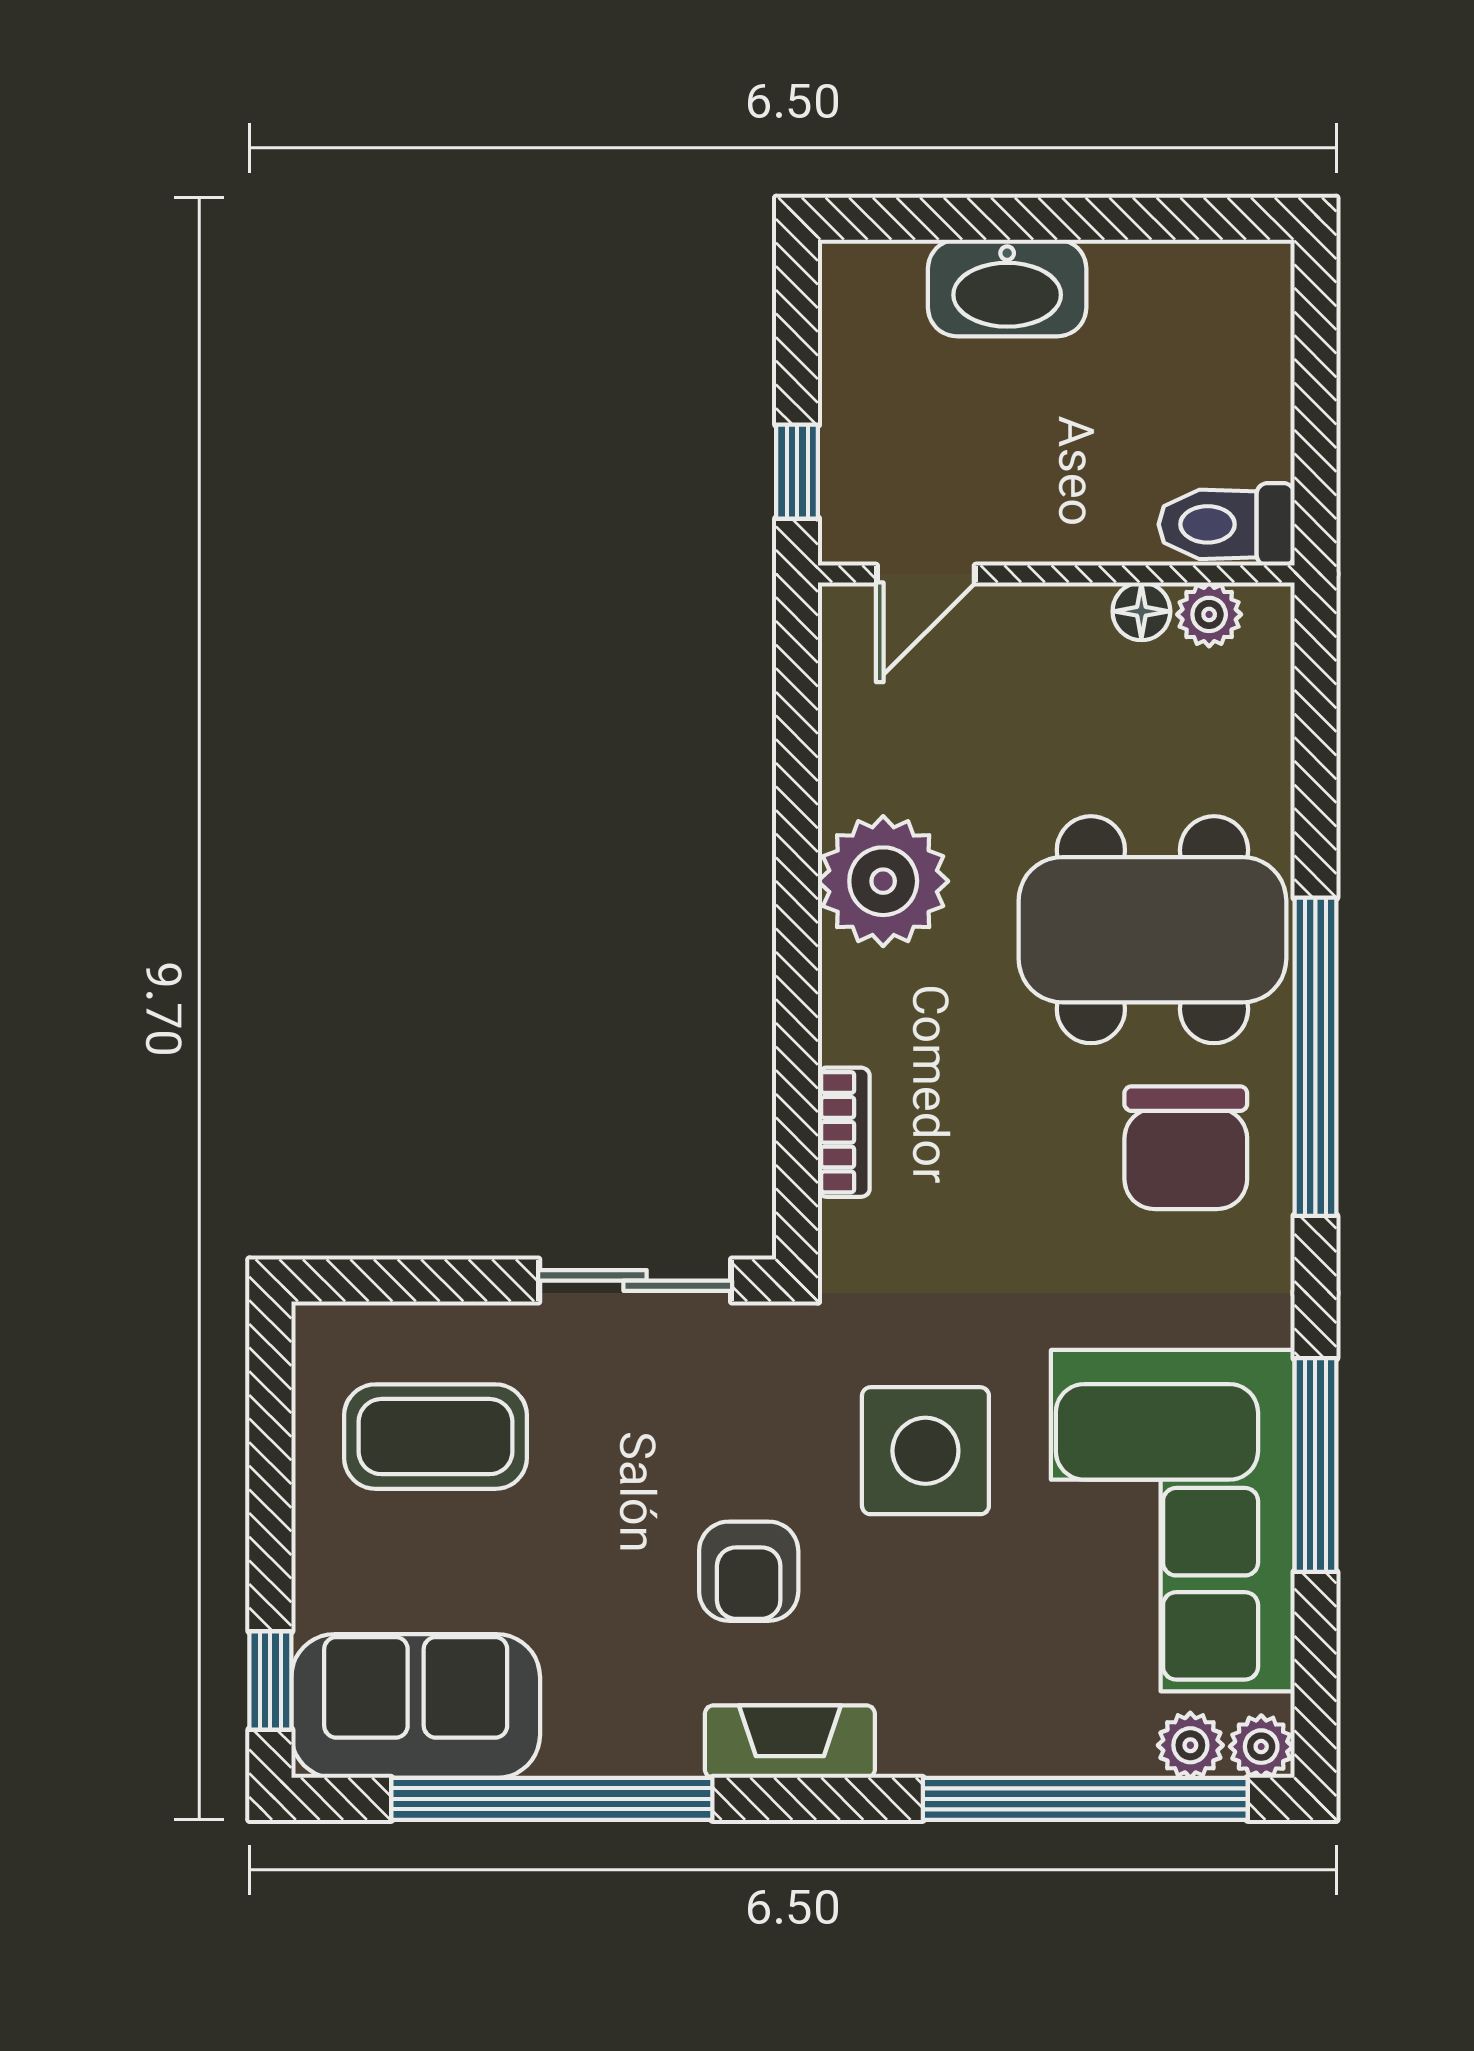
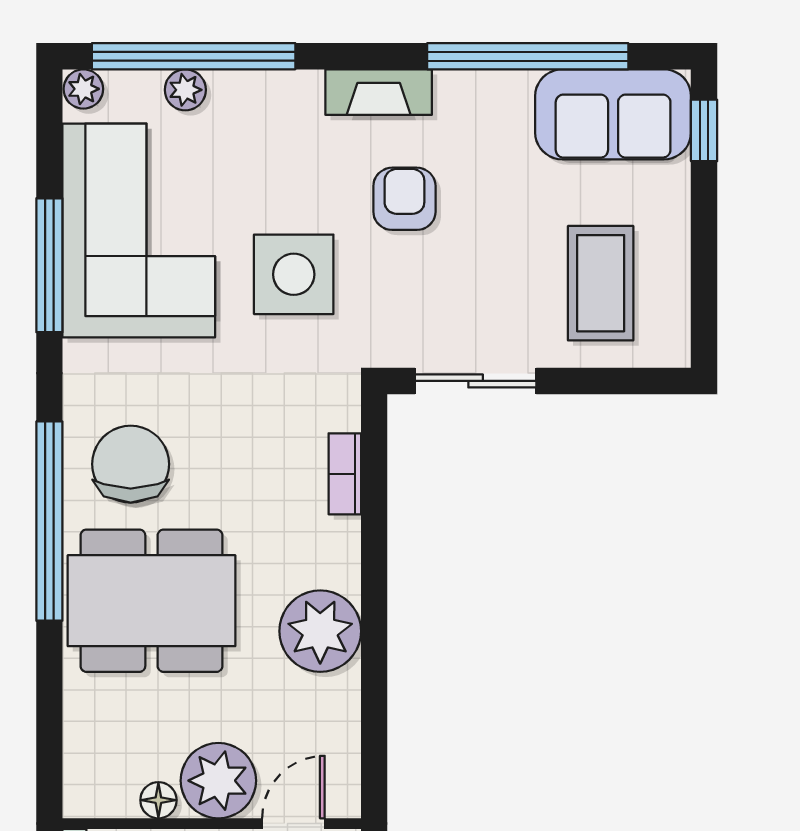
plant: (1209, 614) -> (218, 781), moved, width x1.87, depth x1.87
coffee table: (435, 1437) -> (601, 283), turned 90
plant: (1190, 1745) -> (185, 90), moved

